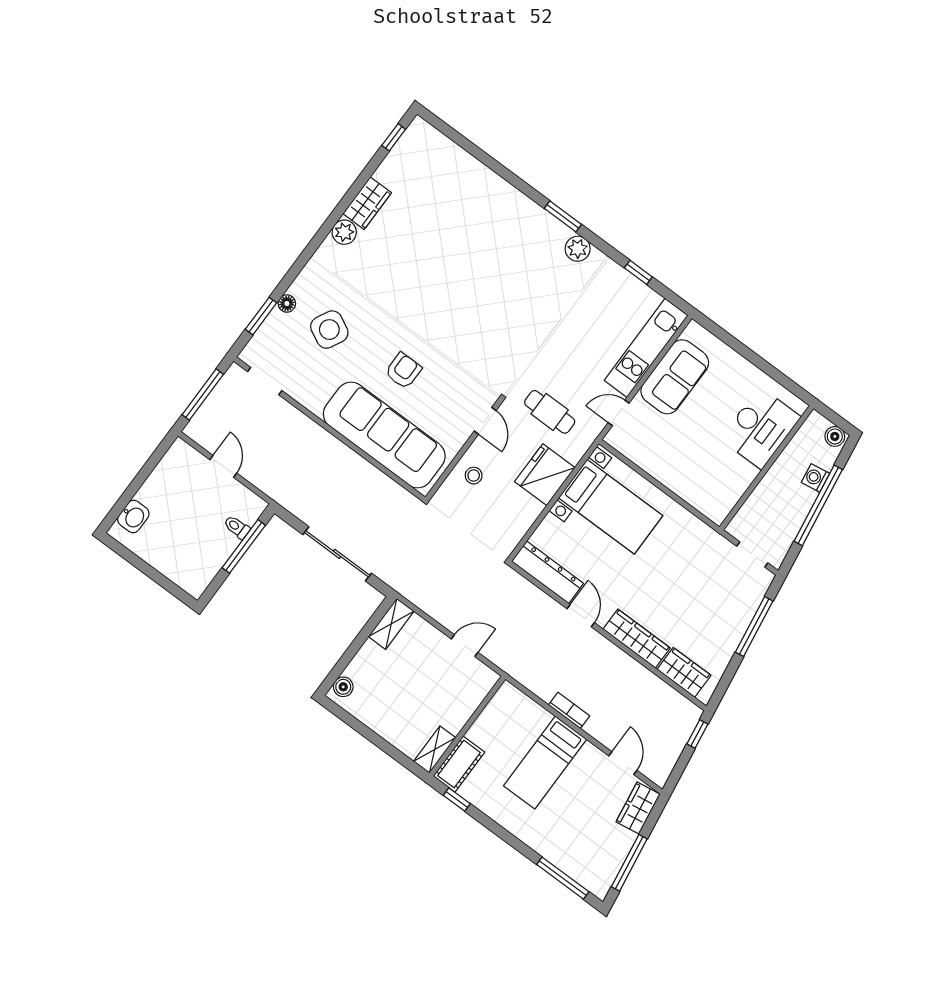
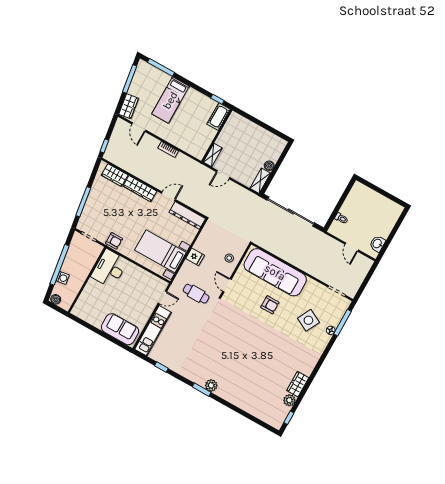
plant: (344, 232) -> (289, 400), moved
plant: (578, 249) -> (211, 385), moved
window: (261, 316) -> (343, 323), width x1.44
armchair: (403, 371) -> (270, 305), turned -90
sofa: (675, 377) -> (120, 329), moved, turned 90
window: (203, 394) -> (366, 281), removed
desk: (761, 428) -> (109, 269), moved
fridge: (545, 475) -> (195, 257), width x0.53, depth x0.75
washbasin: (133, 516) -> (377, 244), moved
armchair: (702, 540) -> (114, 241), added
window: (244, 546) -> (337, 209), removed
sliding door: (337, 554) -> (291, 211), width x1.36
door: (581, 616) -> (168, 196), swing flipped
boiler: (343, 687) -> (269, 166), moved
shelving: (435, 750) -> (213, 155), moved
bed: (545, 763) -> (170, 100), moved, turned 180

